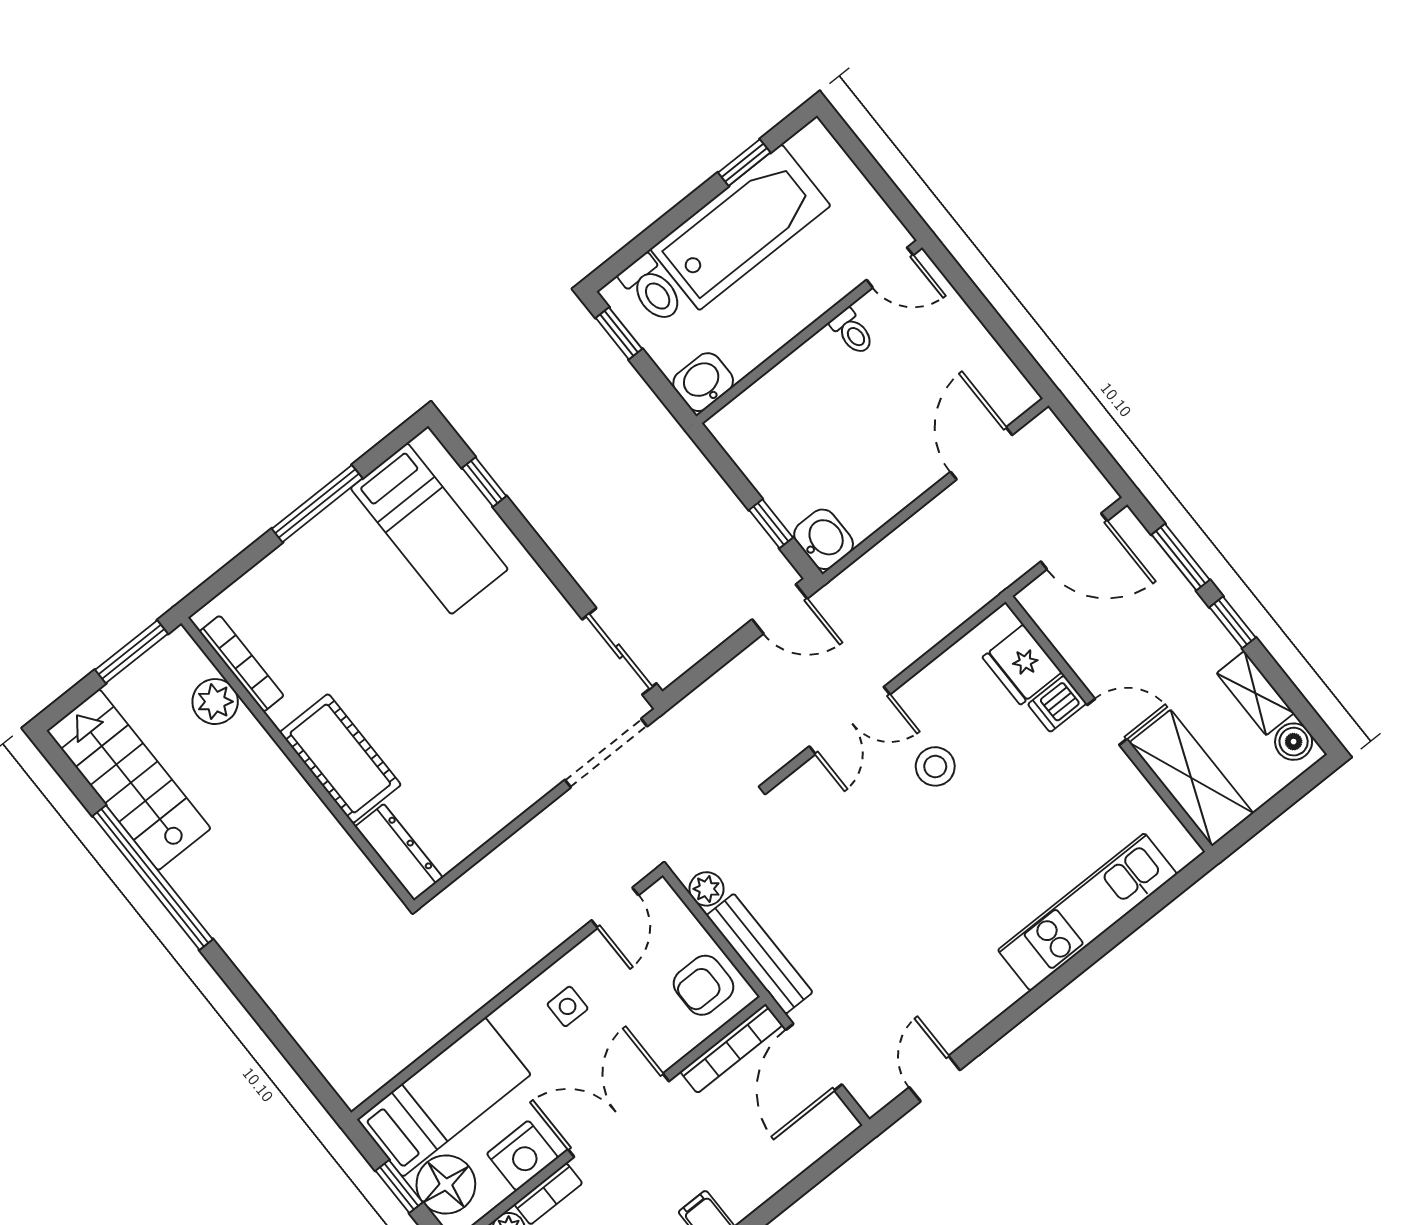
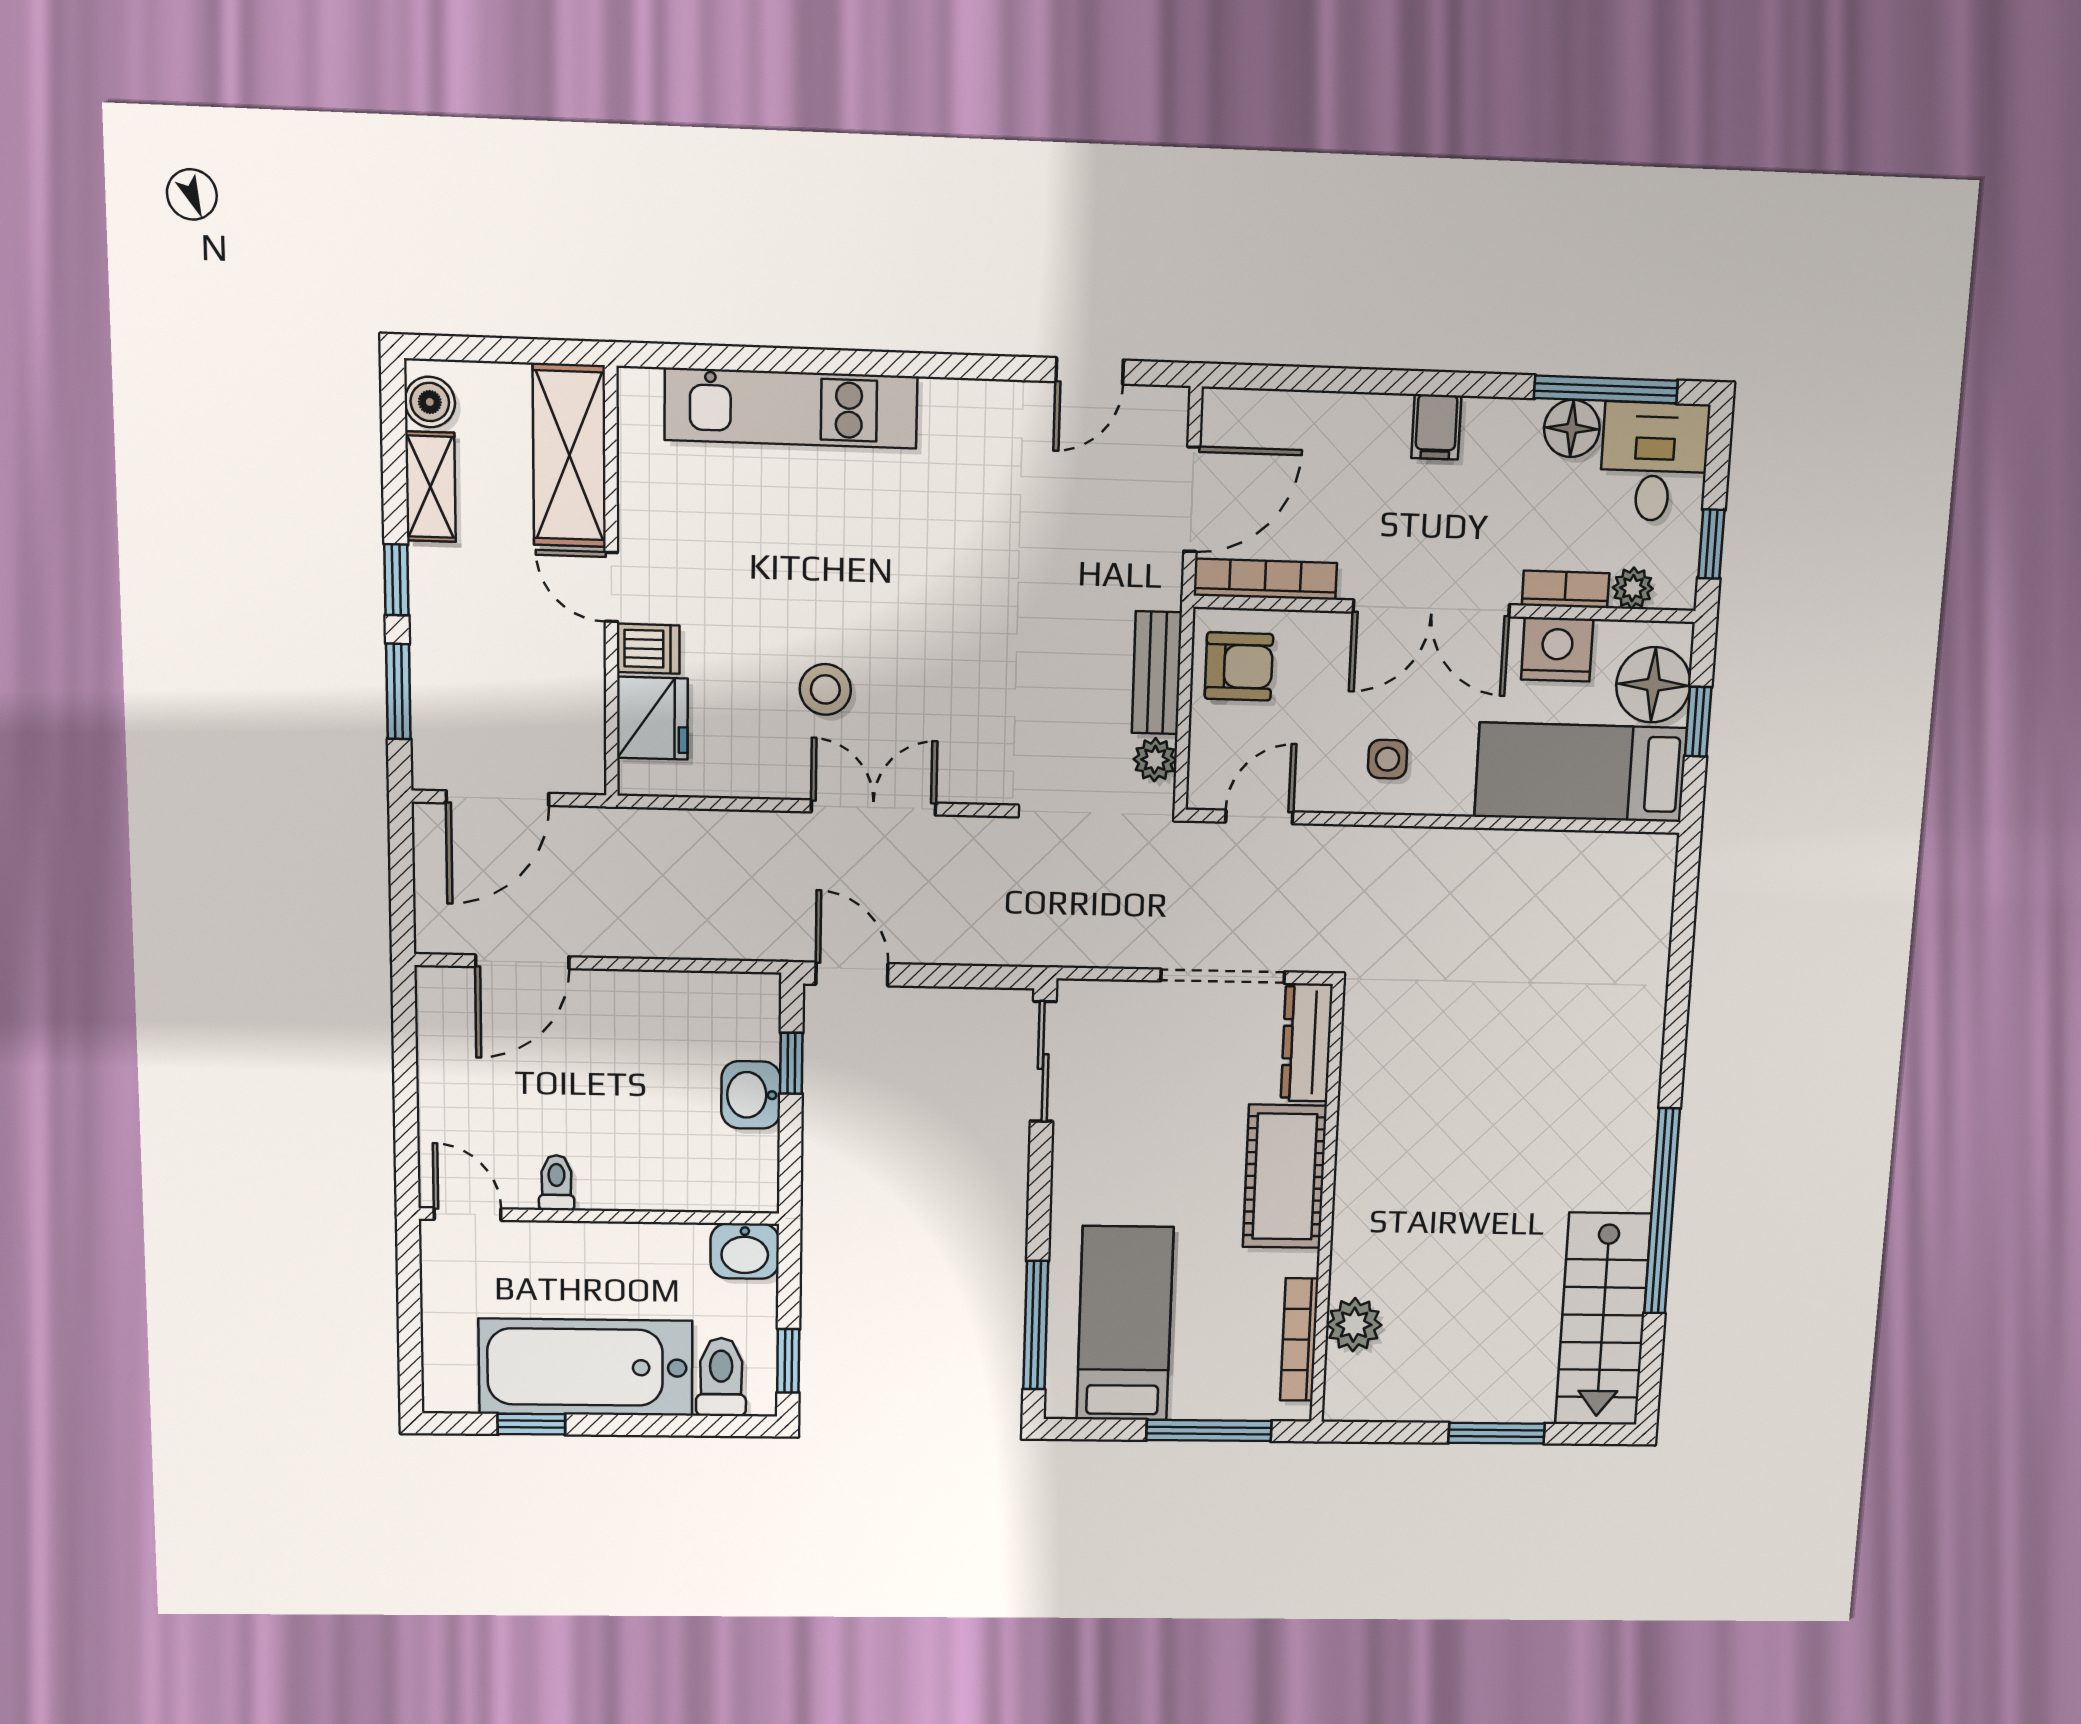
window: (484, 482) -> (1036, 1325), width x2.17
washbasin: (824, 539) -> (751, 1095), moved
door: (1074, 541) -> (498, 798), swing flipped
bookcase: (242, 664) -> (1299, 1340), moved
plant: (215, 702) -> (1354, 1325), moved
doorway: (606, 753) -> (1223, 976), moved
cot: (340, 759) -> (1285, 1177), moved
wall: (298, 762) -> (1327, 1206), moved
dresser: (399, 852) -> (1307, 1042), moved
bench: (759, 954) -> (1157, 673), width x0.73

